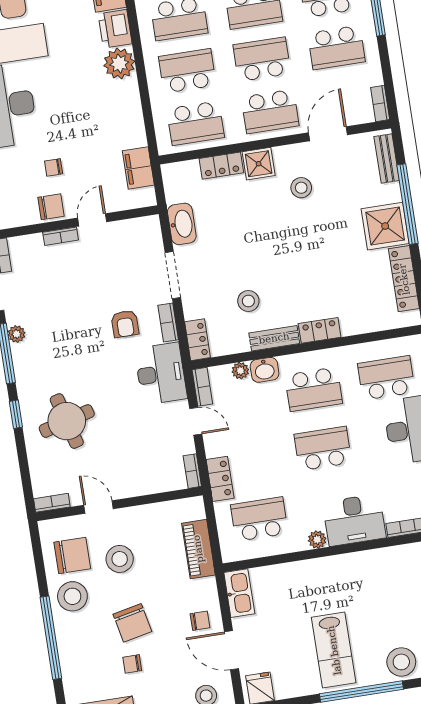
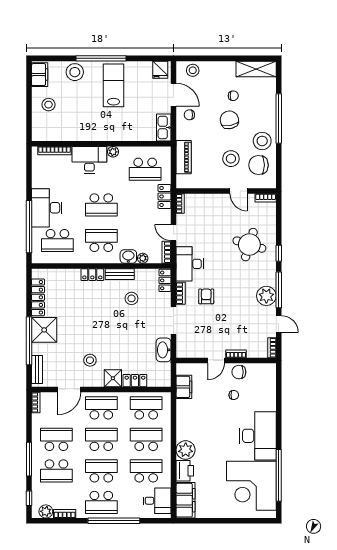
school desk: (262, 59) -> (101, 439), turned 180
school desk: (187, 71) -> (146, 439), turned 180
plant: (17, 334) -> (266, 296), width x1.88, depth x1.88
round table: (67, 421) -> (249, 245), turned 32

